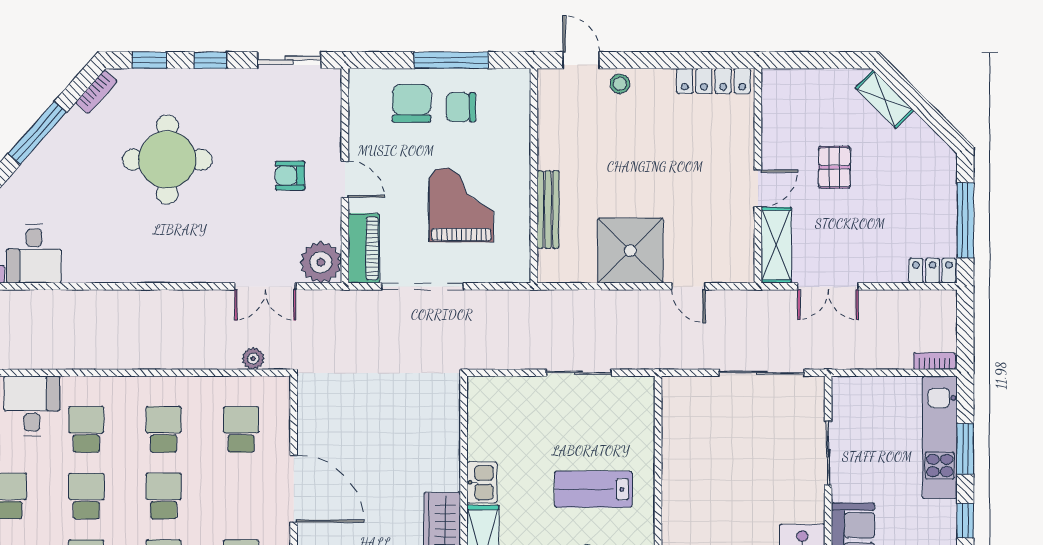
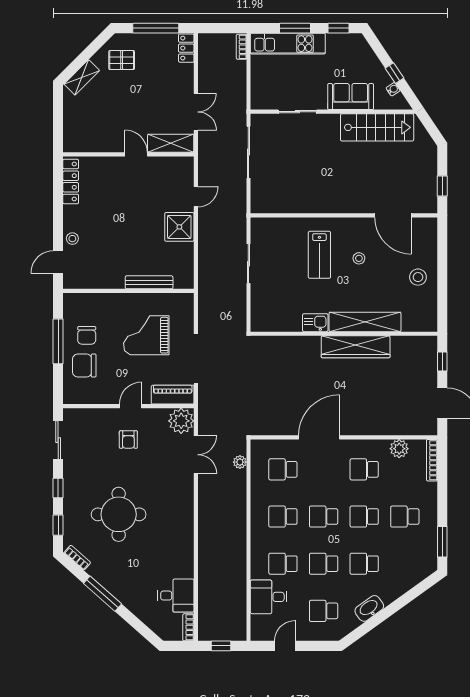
pallet: (834, 167) -> (122, 60), moved
shower: (630, 251) -> (179, 227), width x0.73, depth x0.73

